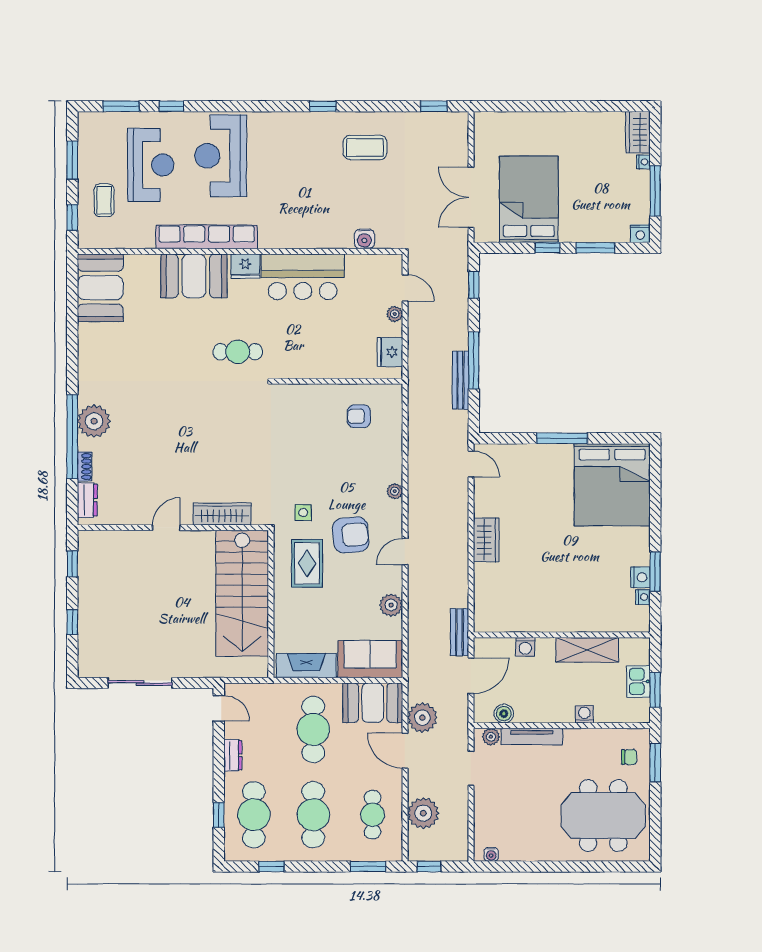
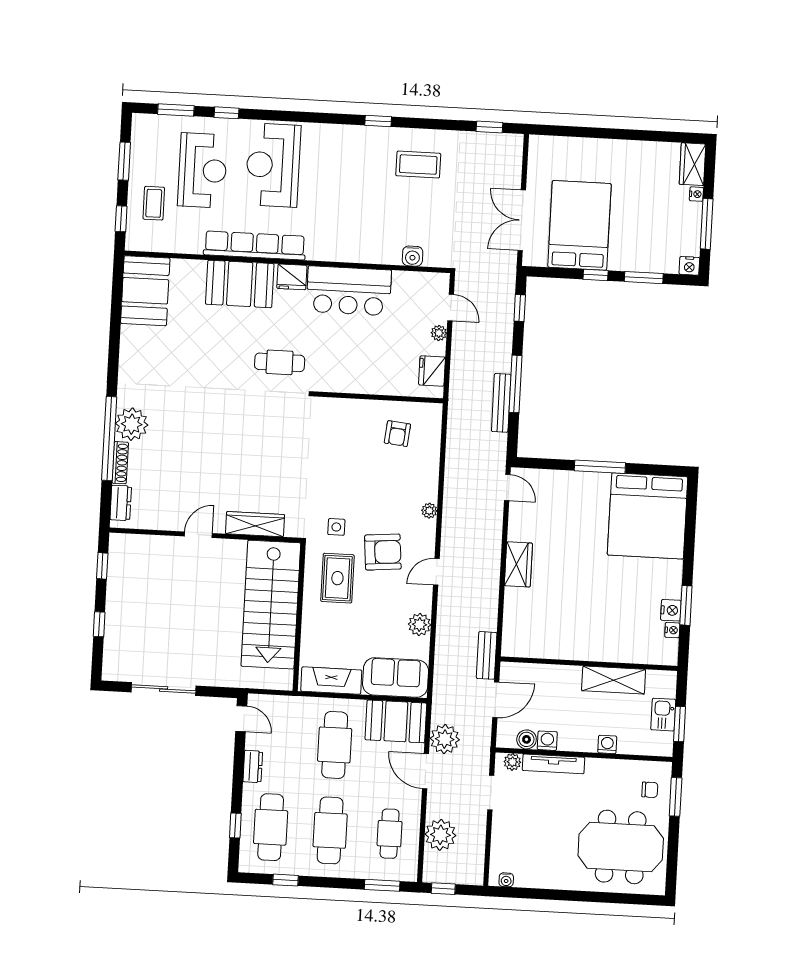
armchair: (359, 416) -> (397, 434), turned -84
shoe rack: (85, 466) -> (120, 463), width x1.43
washing machine: (525, 647) -> (547, 741), moved, turned 180

